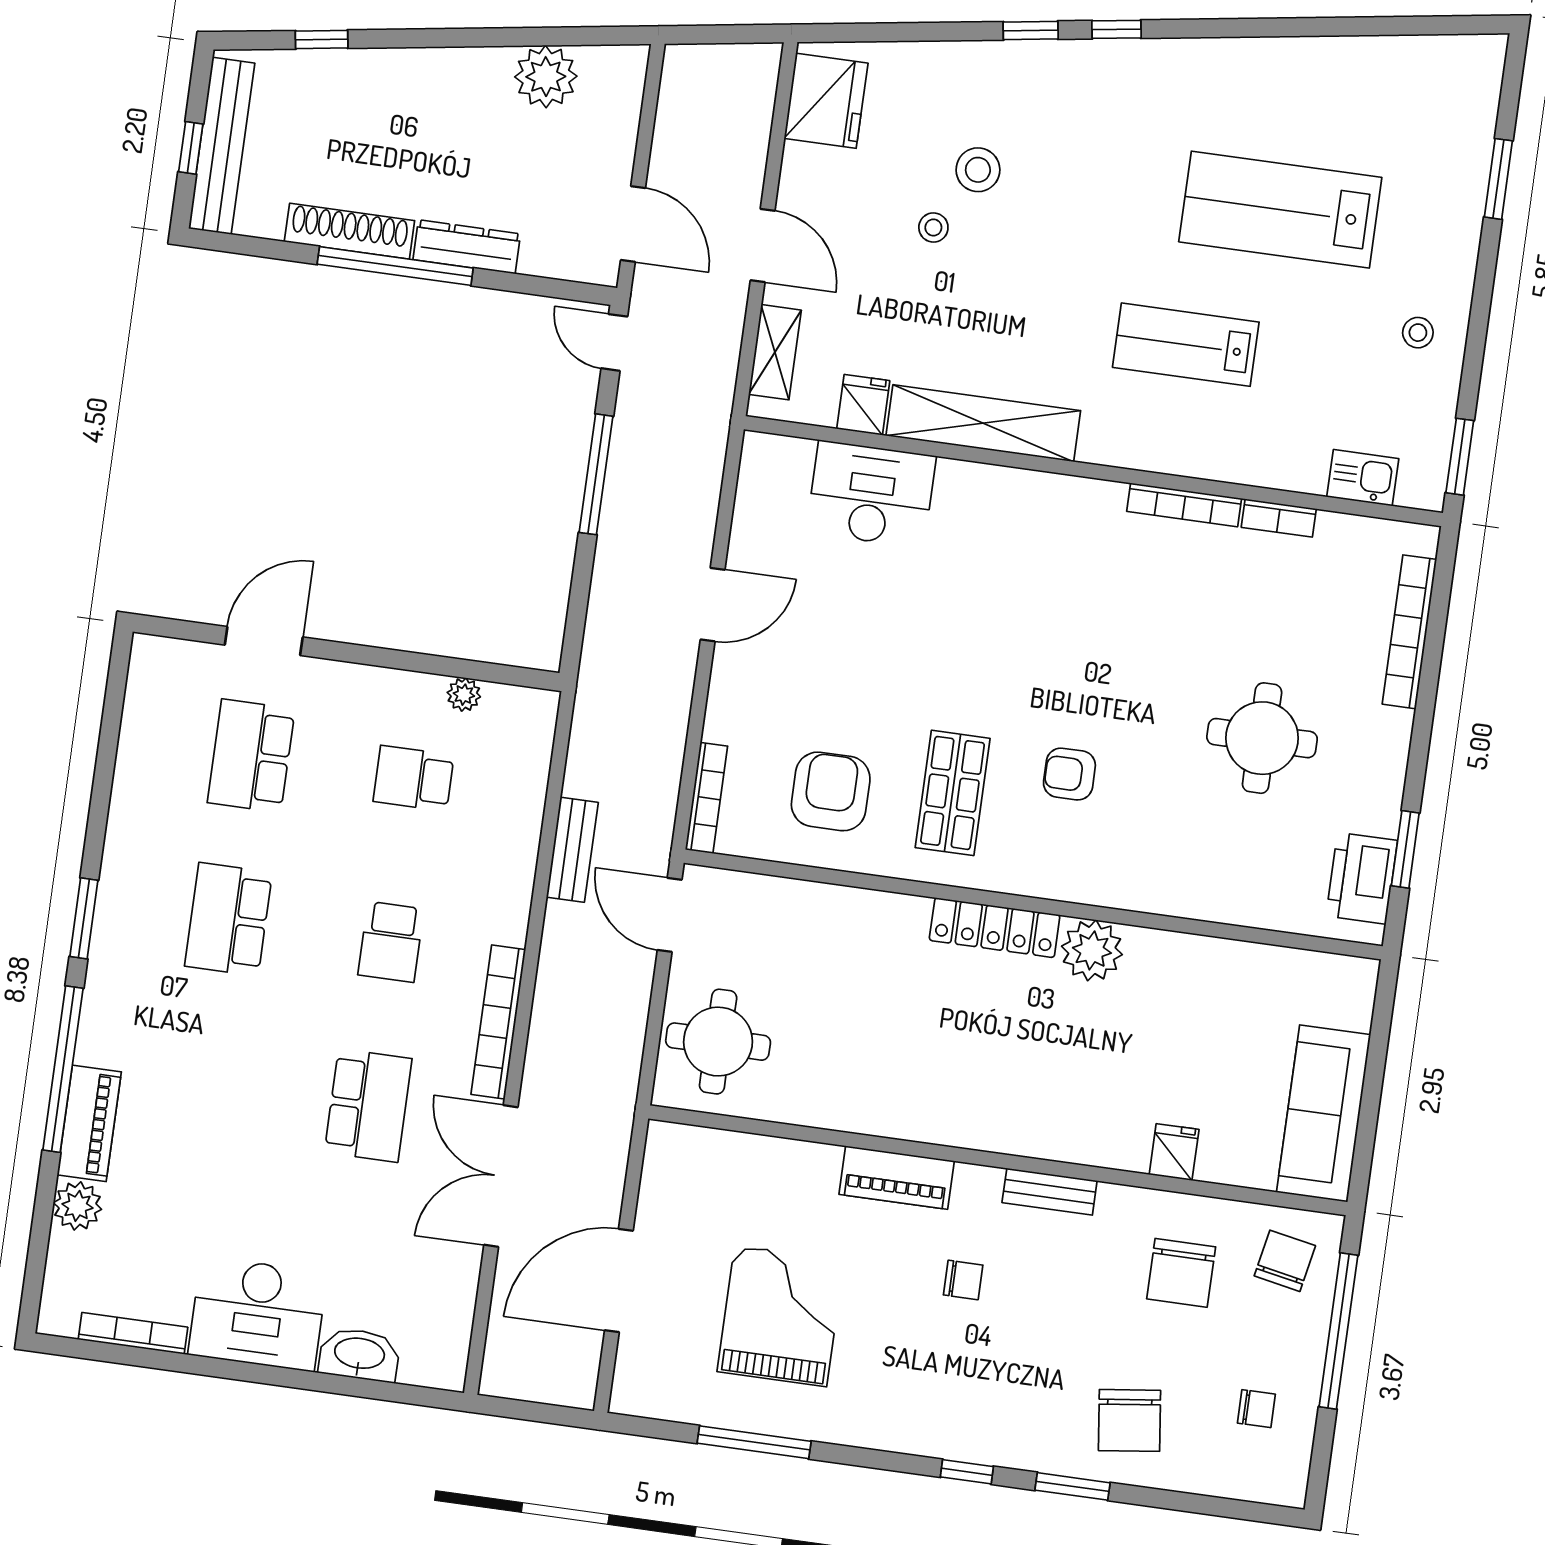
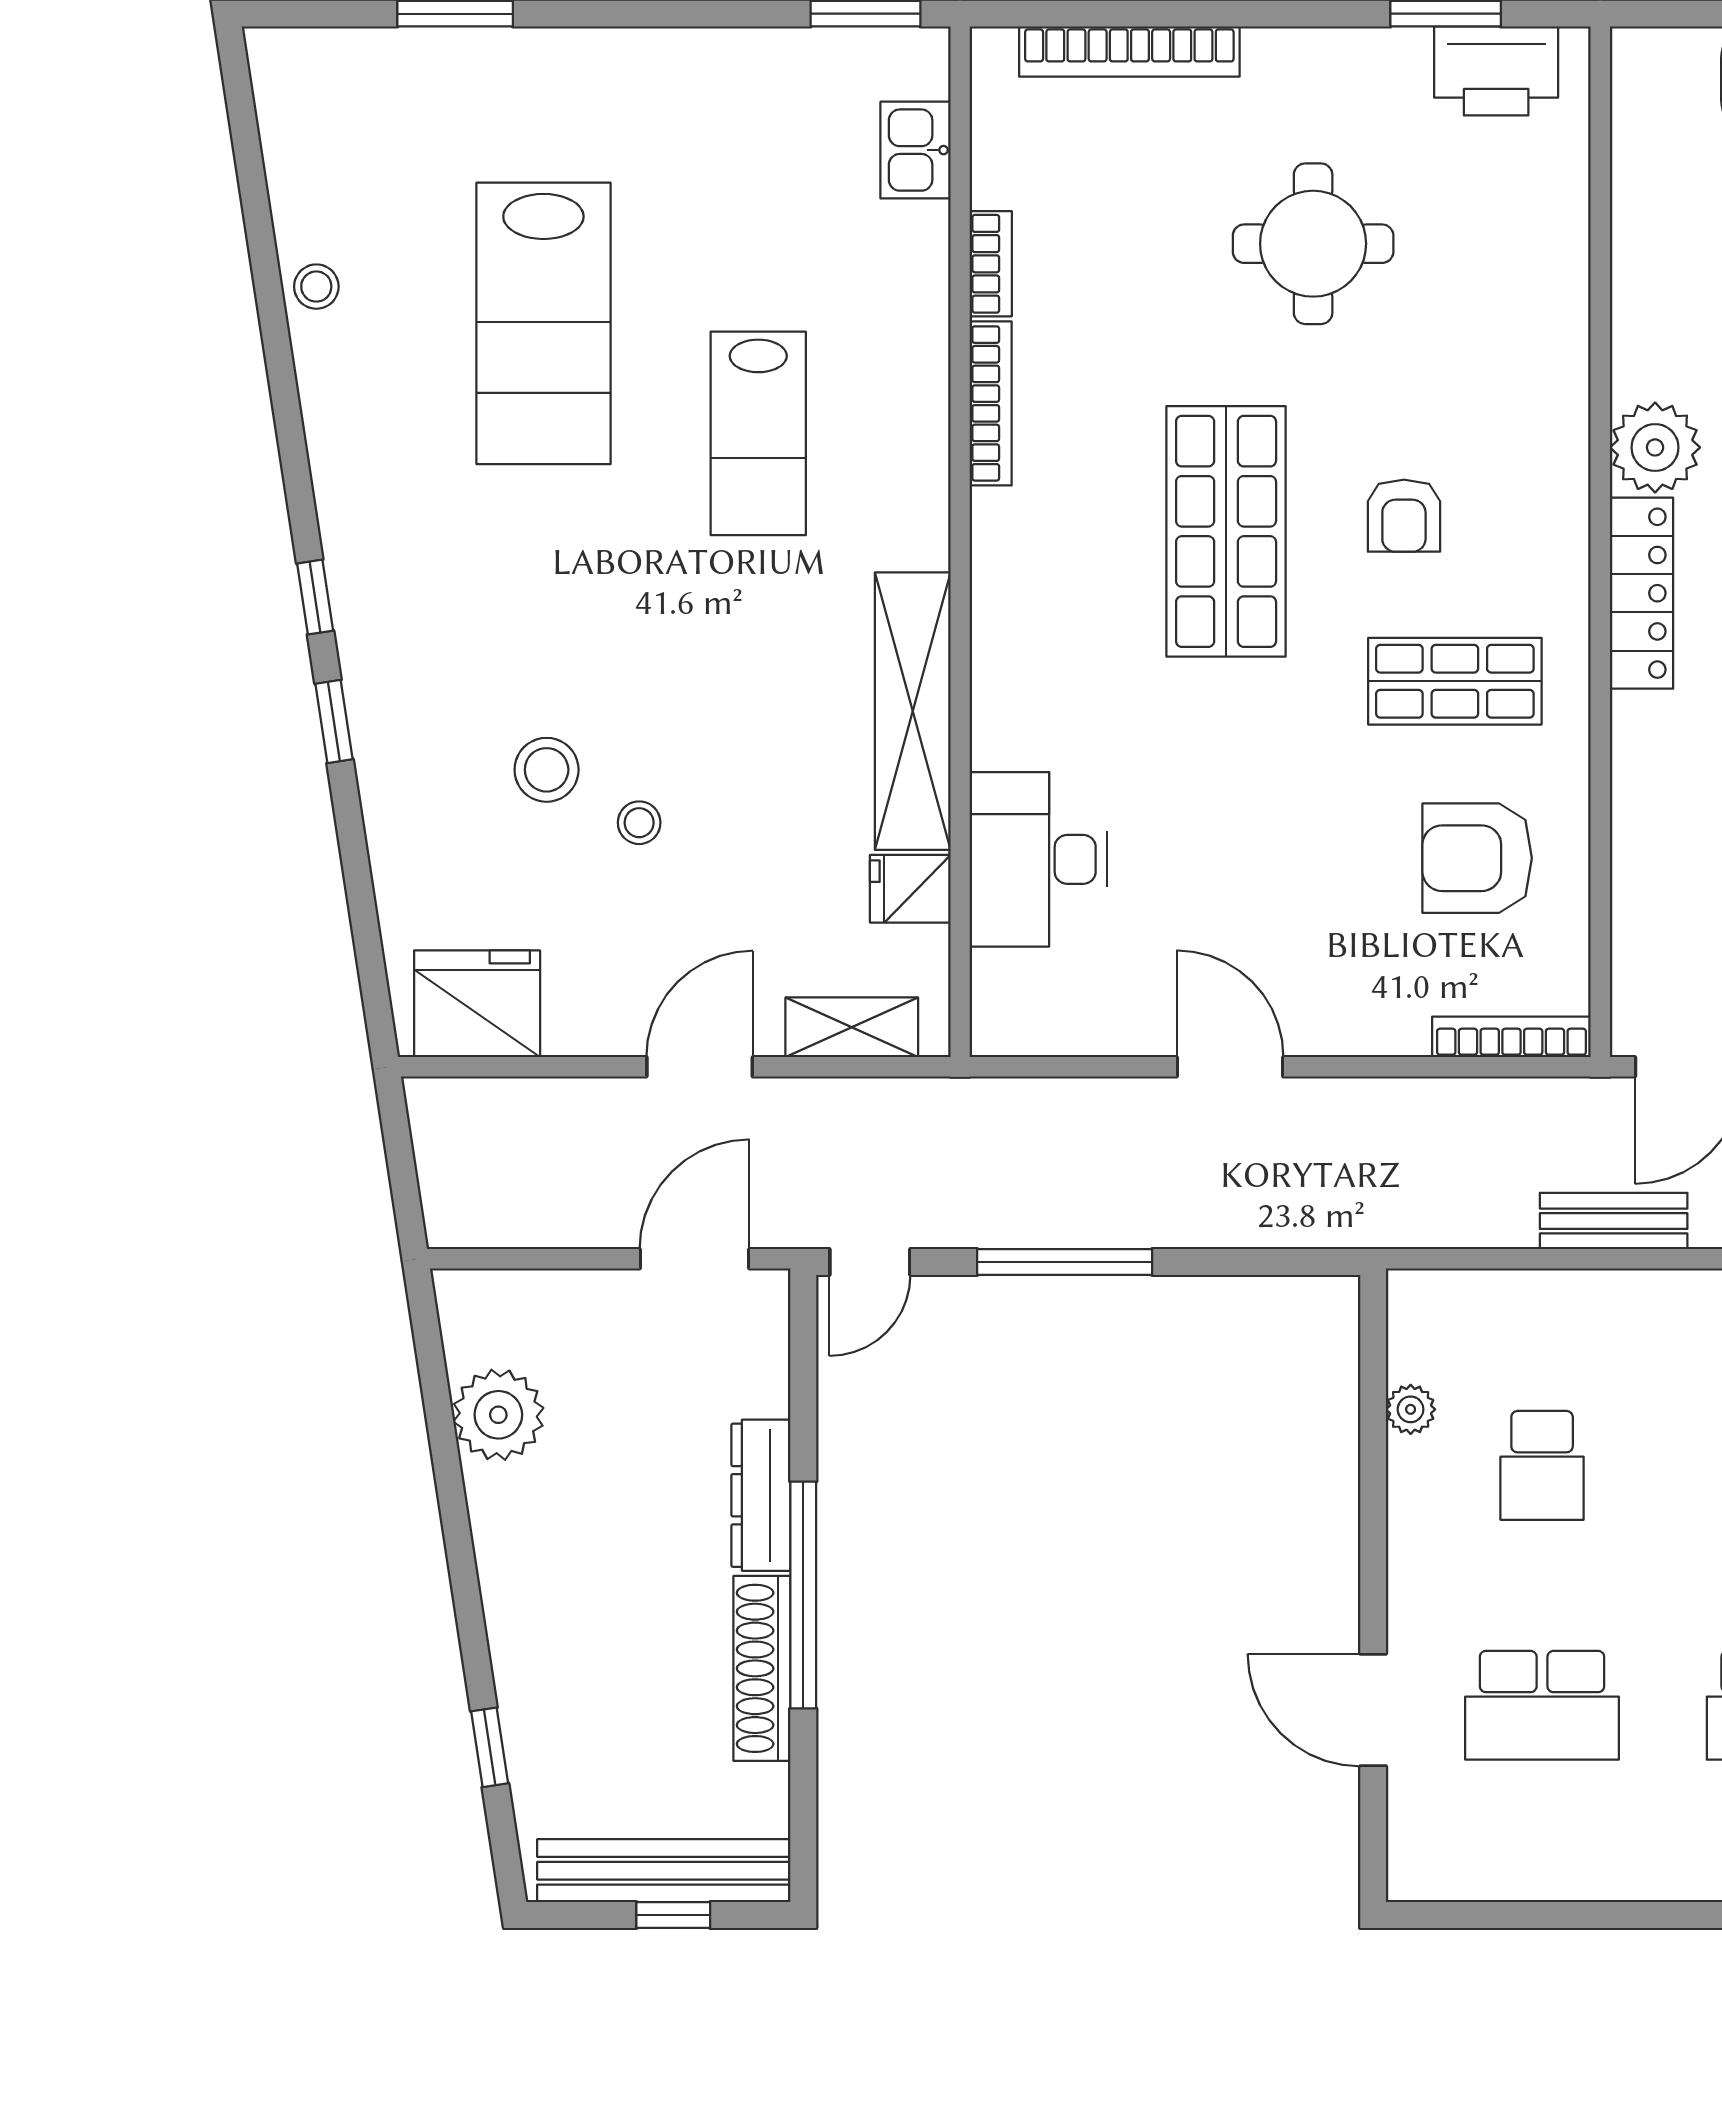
stool: (1418, 333) -> (316, 287), moved
shop shelf: (1075, 652) -> (1226, 531), added

